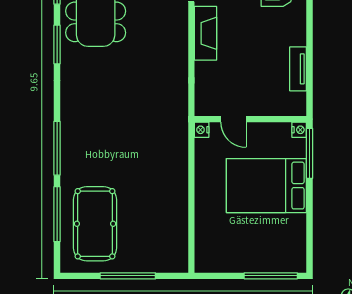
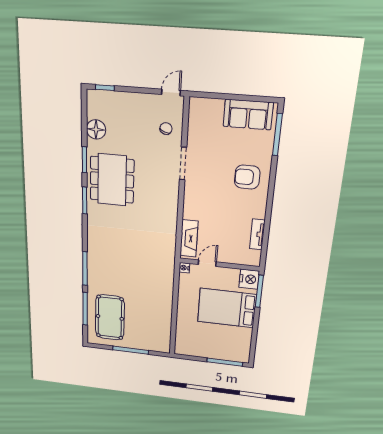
fireplace: (206, 33) -> (189, 238), moved
door: (233, 119) -> (207, 263), swing flipped
nightstand: (299, 130) -> (249, 279), width x1.89, depth x1.79

